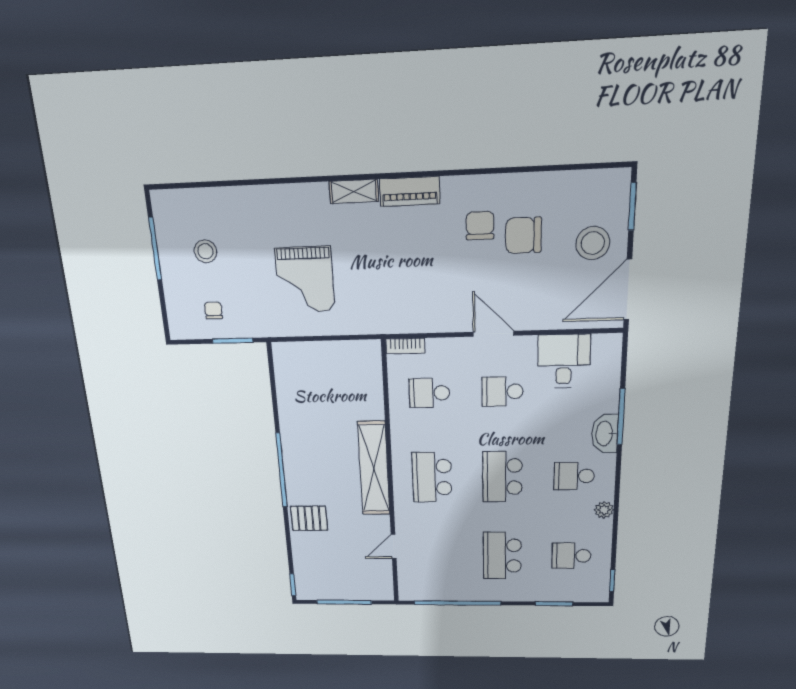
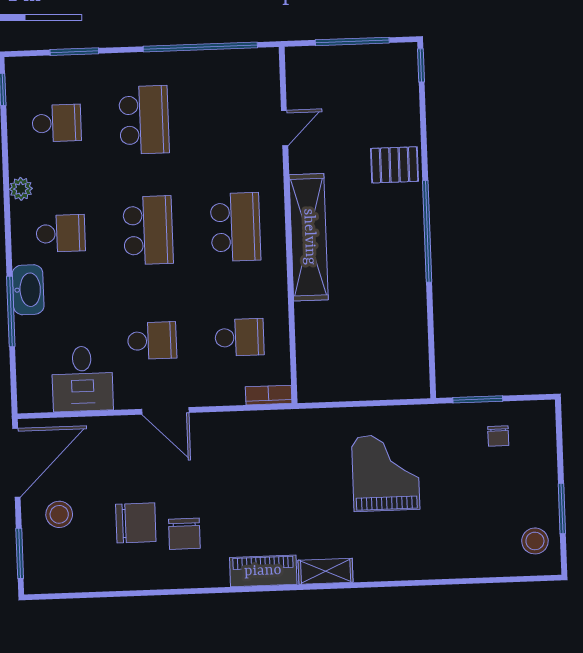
stool: (593, 243) -> (59, 514), width x0.73, depth x0.73
window: (155, 249) -> (562, 508), width x0.69
stool: (205, 251) -> (535, 541), moved

